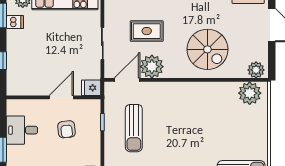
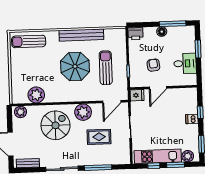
dishwasher: (15, 22) -> (192, 119), moved
spiral stairs: (207, 49) -> (55, 125), turned 90
plant: (152, 67) -> (83, 112), moved
plant: (250, 93) -> (36, 95), moved
parasol: (177, 131) -> (75, 66), added

